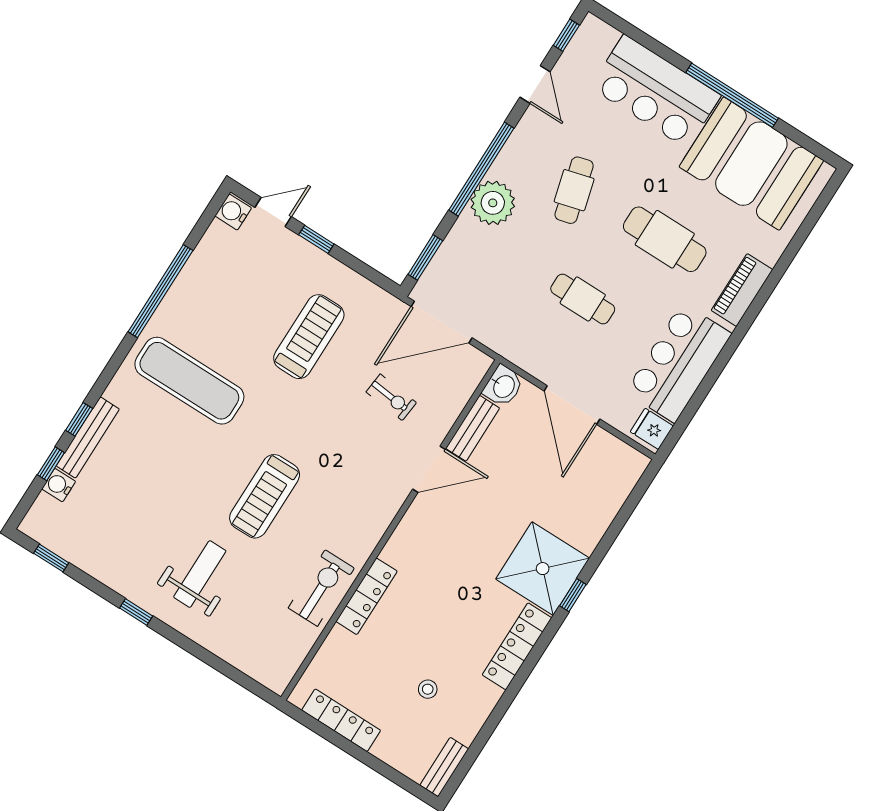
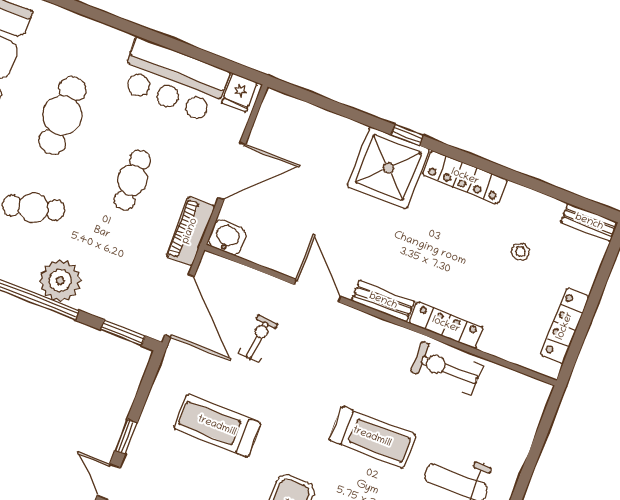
piano: (742, 290) -> (190, 231), moved, turned 90
bench: (473, 428) -> (383, 301), moved

